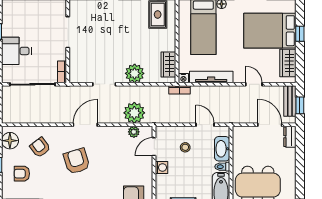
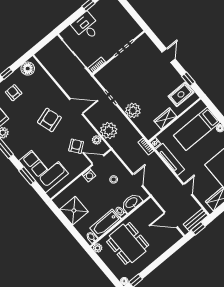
wardrobe: (168, 64) -> (165, 119), moved
door: (270, 125) -> (171, 220), swing flipped
dresser: (290, 137) -> (174, 238), removed
armchair: (40, 147) -> (76, 146), moved

